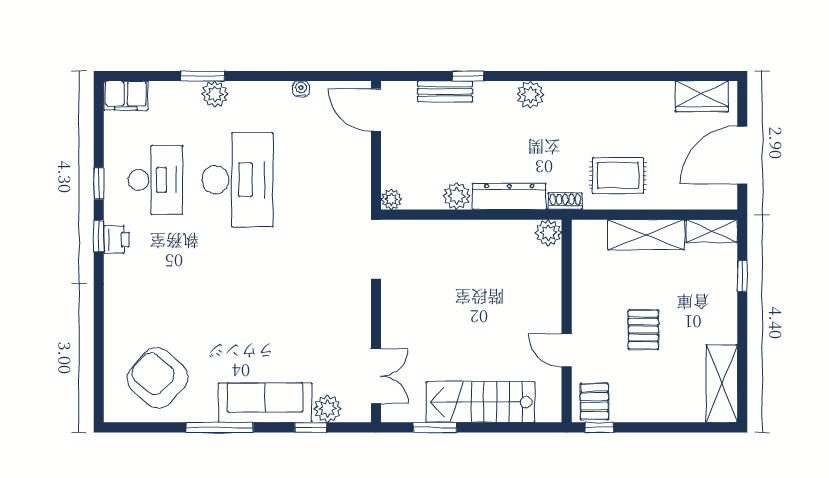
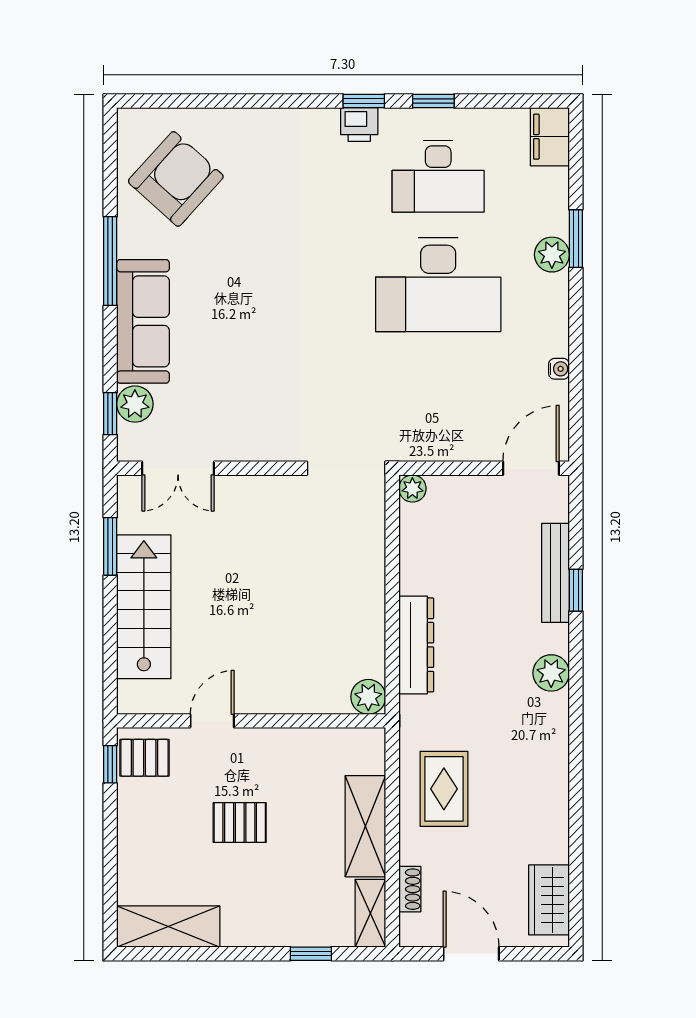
bench: (445, 91) -> (556, 573), width x1.36
door: (742, 155) -> (471, 954), width x0.73
plant: (457, 196) -> (417, 575), removed
shoe rack: (565, 201) -> (410, 889), moved
window: (311, 427) -> (110, 414), moved

